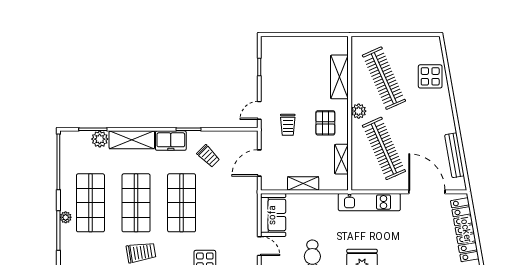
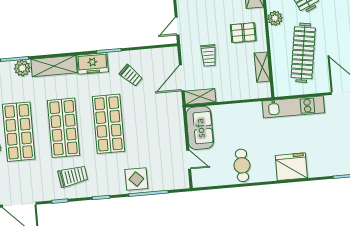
pallet: (325, 123) -> (243, 33), turned 90
trolley: (288, 125) -> (209, 55), moved
clothes rail: (384, 148) -> (303, 53), turned 33
shelving: (303, 183) -> (200, 97), moved

